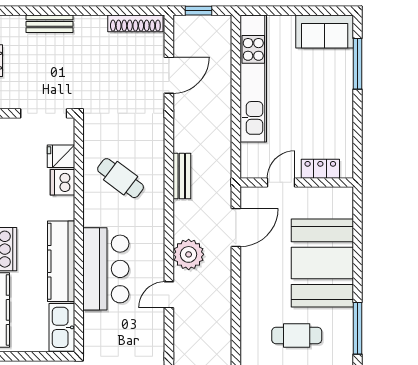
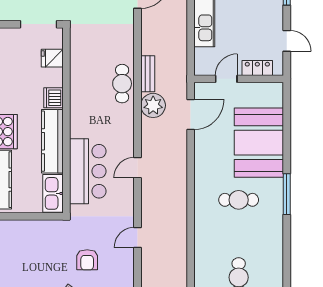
door: (357, 134) -> (287, 41), added
cafe table: (121, 178) -> (122, 84), moved, turned 53
dishwasher: (63, 182) -> (53, 98), moved
plant: (189, 254) -> (153, 105), moved
bar counter: (106, 269) -> (88, 171), moved

